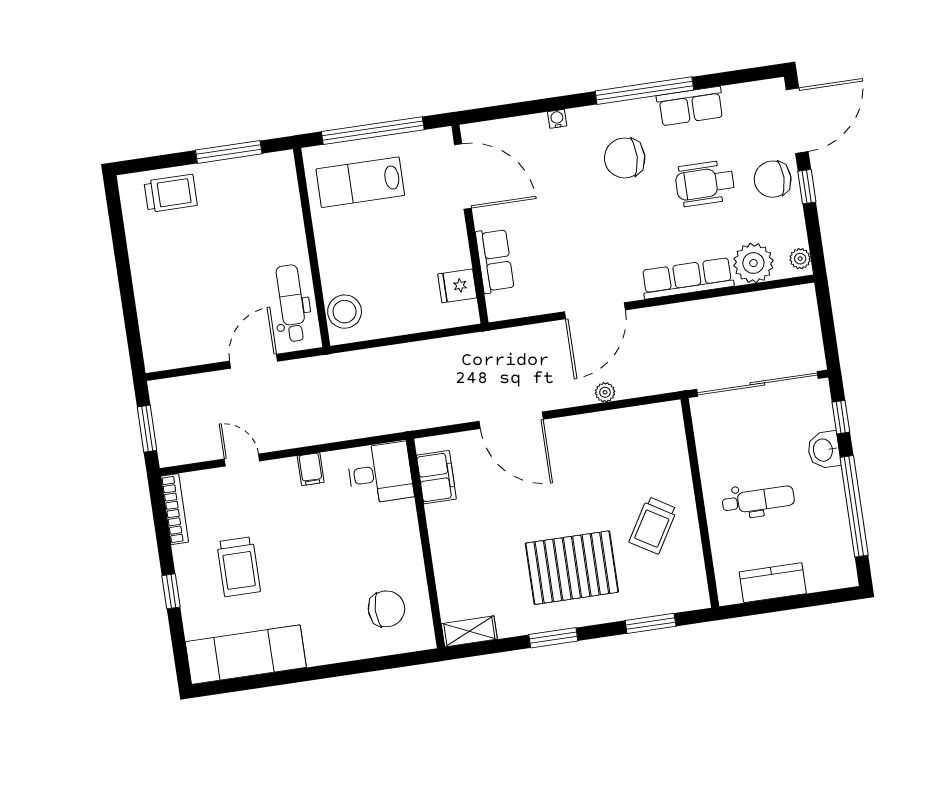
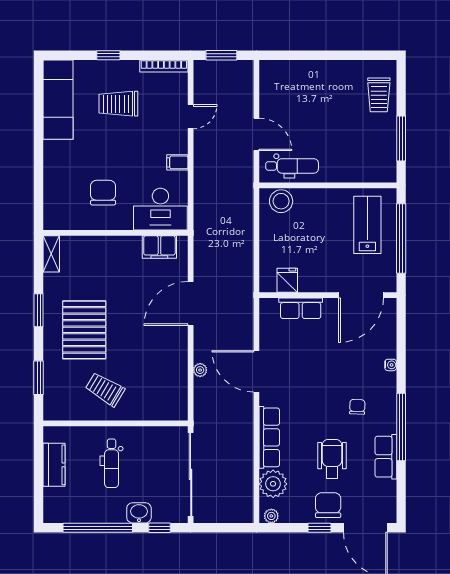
chair: (625, 158) -> (357, 407), width x0.54, depth x0.54
desk: (380, 473) -> (160, 209), width x1.37
chair: (386, 609) -> (103, 193), moved, turned 180

